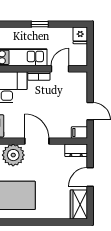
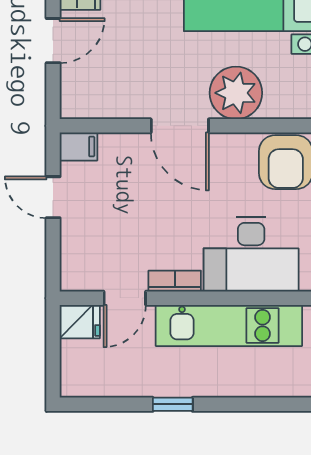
fridge: (80, 35) -> (80, 322), moved, turned 90
dresser: (76, 150) -> (86, 104), removed

